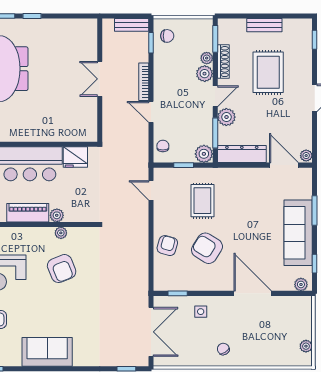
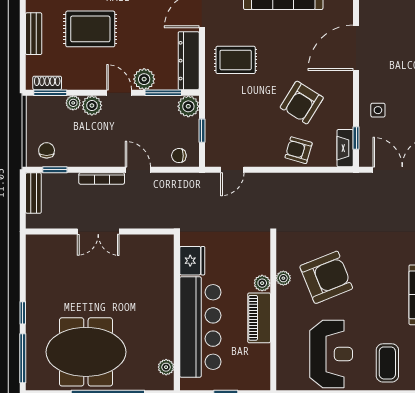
shoe rack: (223, 62) -> (47, 83), moved, width x0.70
door: (151, 112) -> (138, 170), swing flipped
rug: (202, 201) -> (236, 60), moved
armchair: (62, 269) -> (326, 277), width x1.36, depth x1.36
fireplace: (169, 284) -> (345, 148), added

